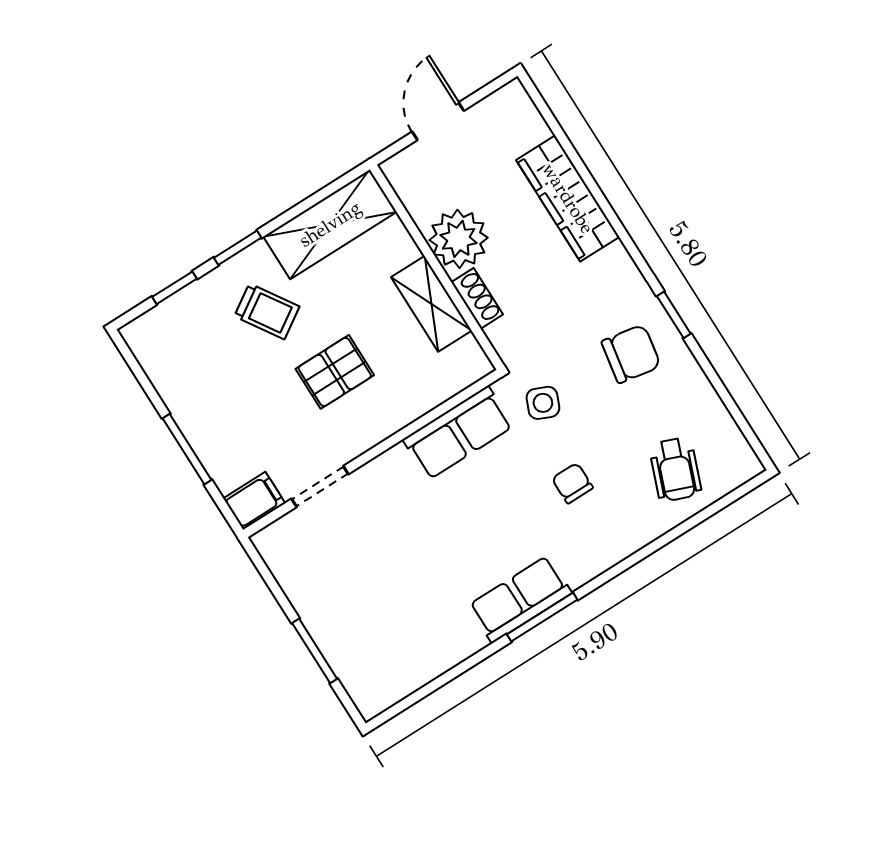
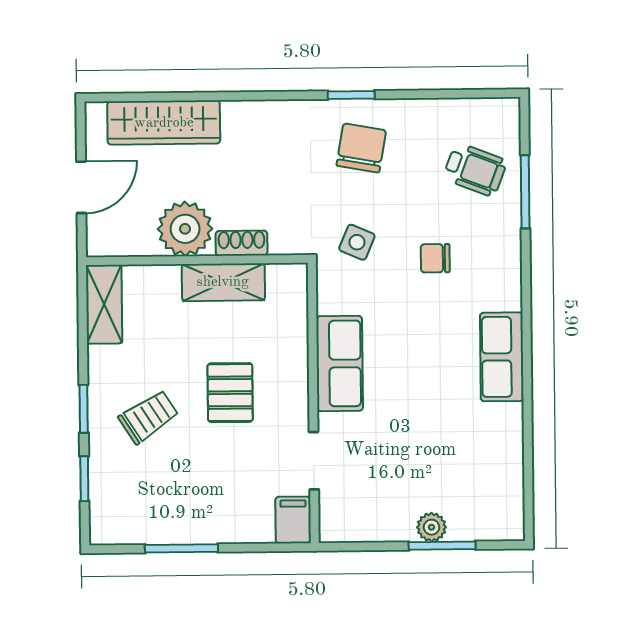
door: (438, 121) -> (81, 187), swing flipped
wardrobe: (568, 198) -> (164, 123), moved
shelving: (330, 224) -> (104, 304), width x0.67, depth x0.75
row of seats: (458, 433) -> (340, 363), moved
window: (187, 449) -> (181, 548), moved
window: (542, 617) -> (525, 192), moved
plant: (325, 631) -> (432, 527), added

